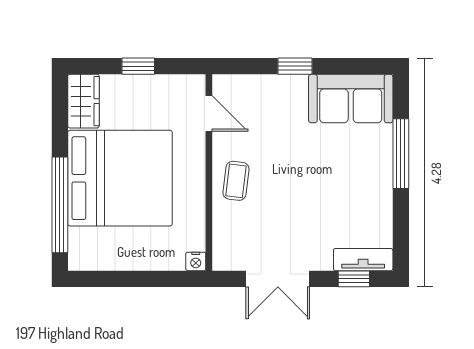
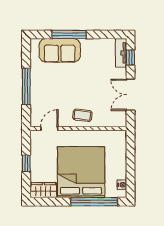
window: (295, 66) -> (26, 86), width x2.17
sofa: (351, 99) -> (60, 50), moved, turned 90
nightstand: (196, 261) -> (122, 185), moved
double door: (278, 279) -> (130, 95), swing flipped

